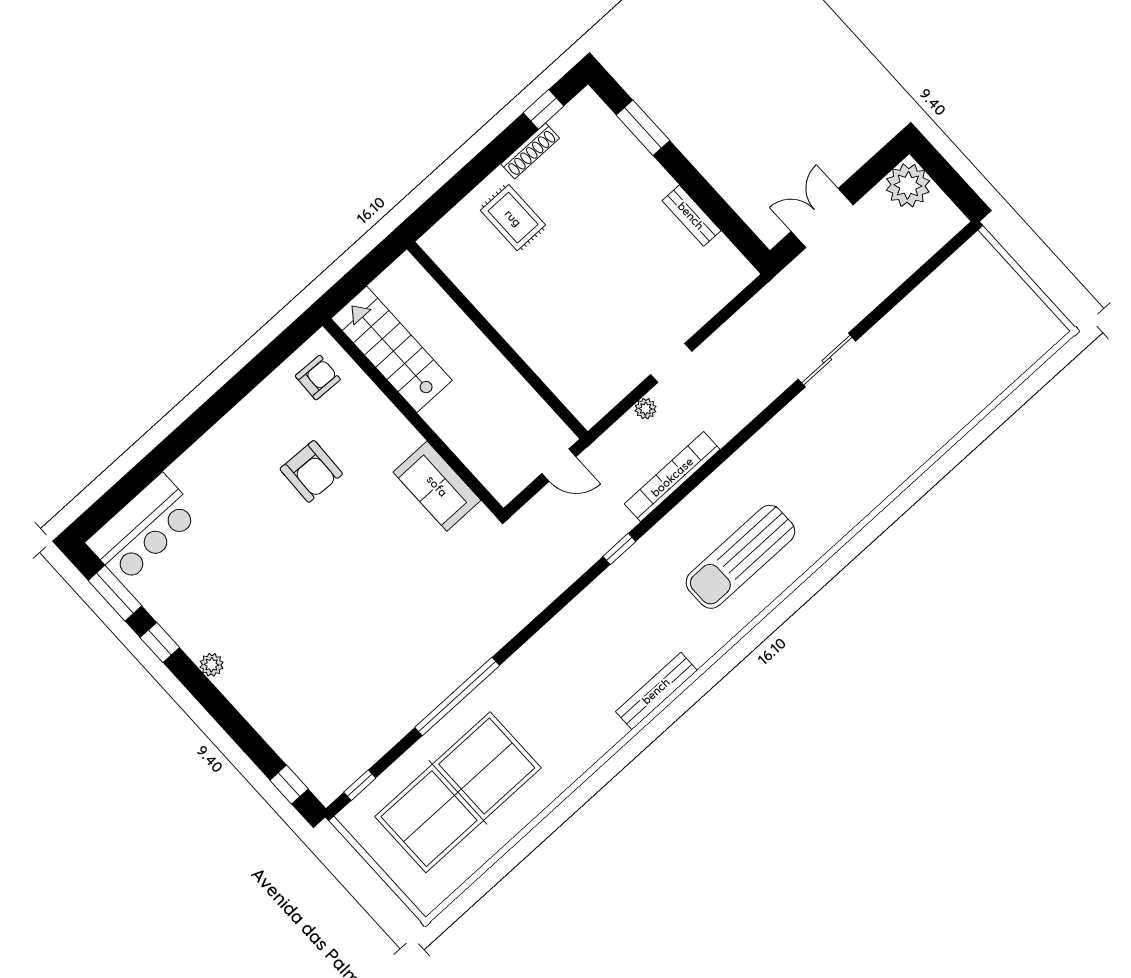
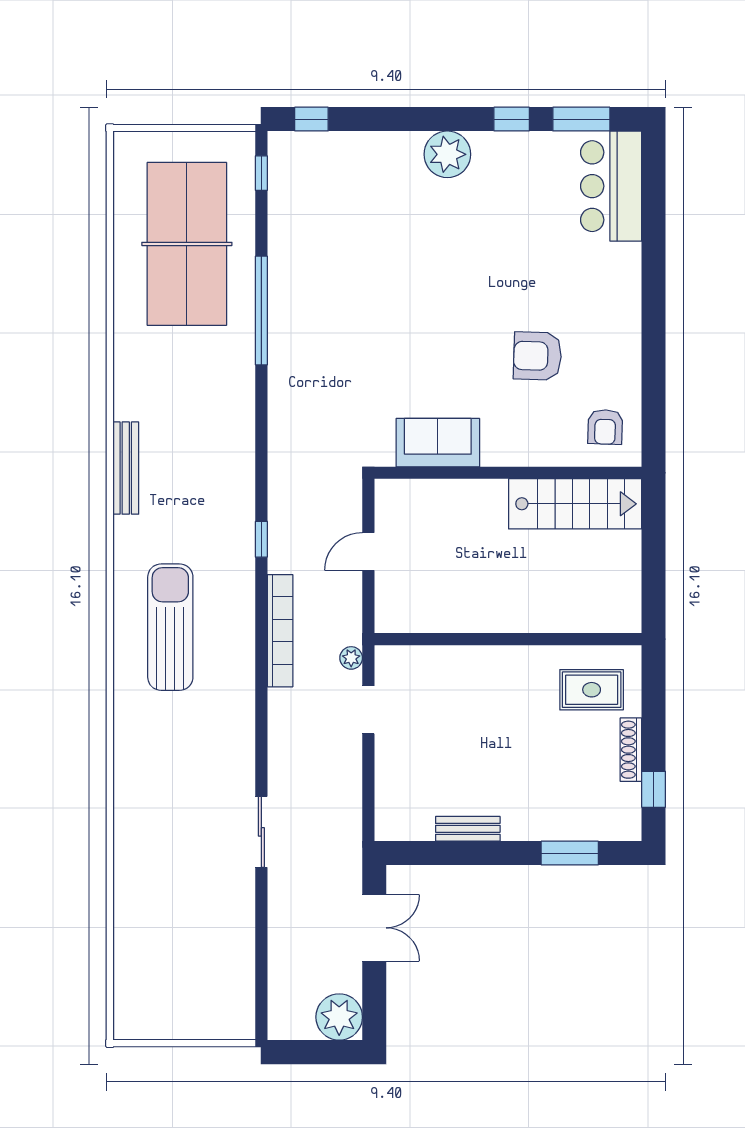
wall: (497, 340) -> (508, 639), moved
plant: (212, 665) -> (447, 154), width x1.88, depth x1.88

